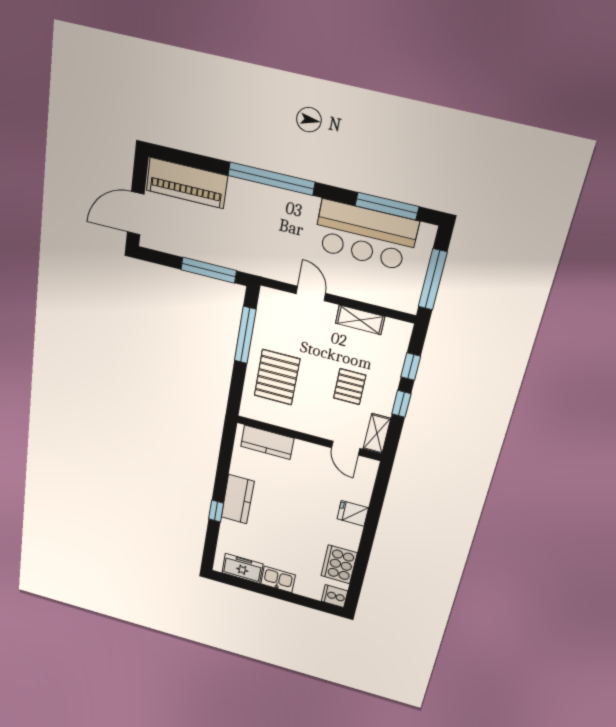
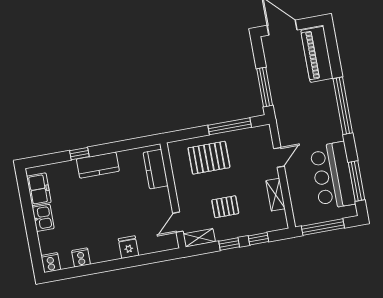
cooker: (339, 564) -> (81, 257), width x0.53, depth x0.76

